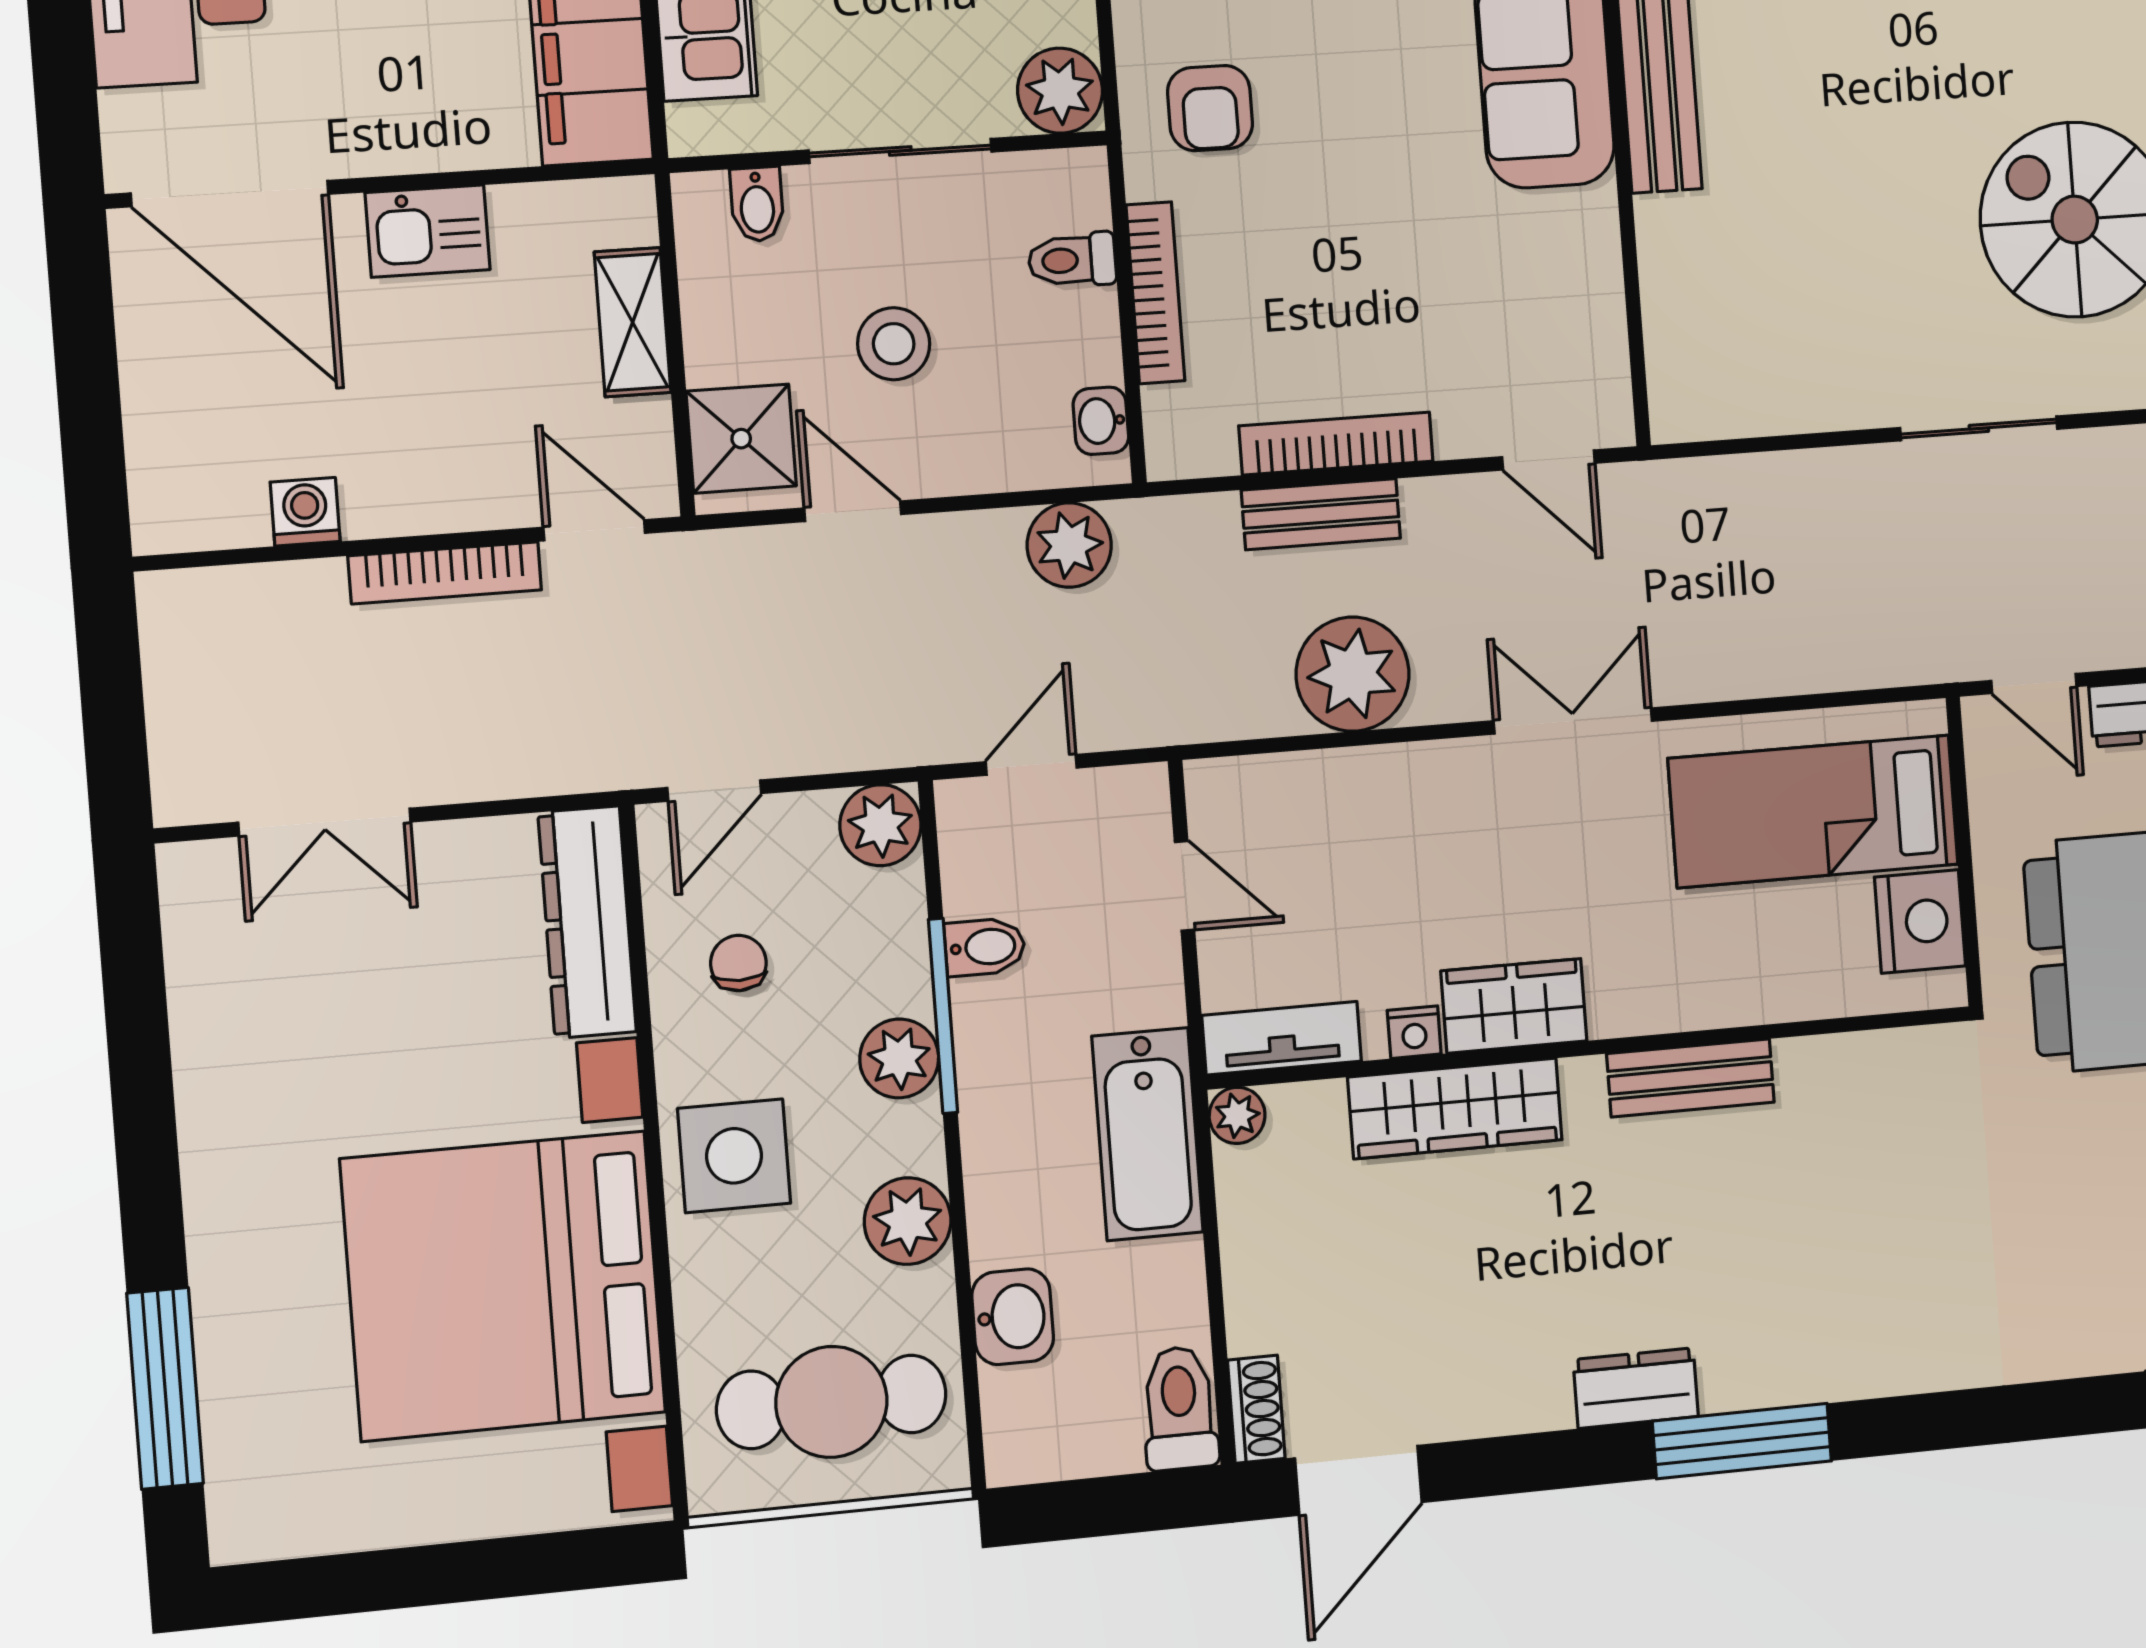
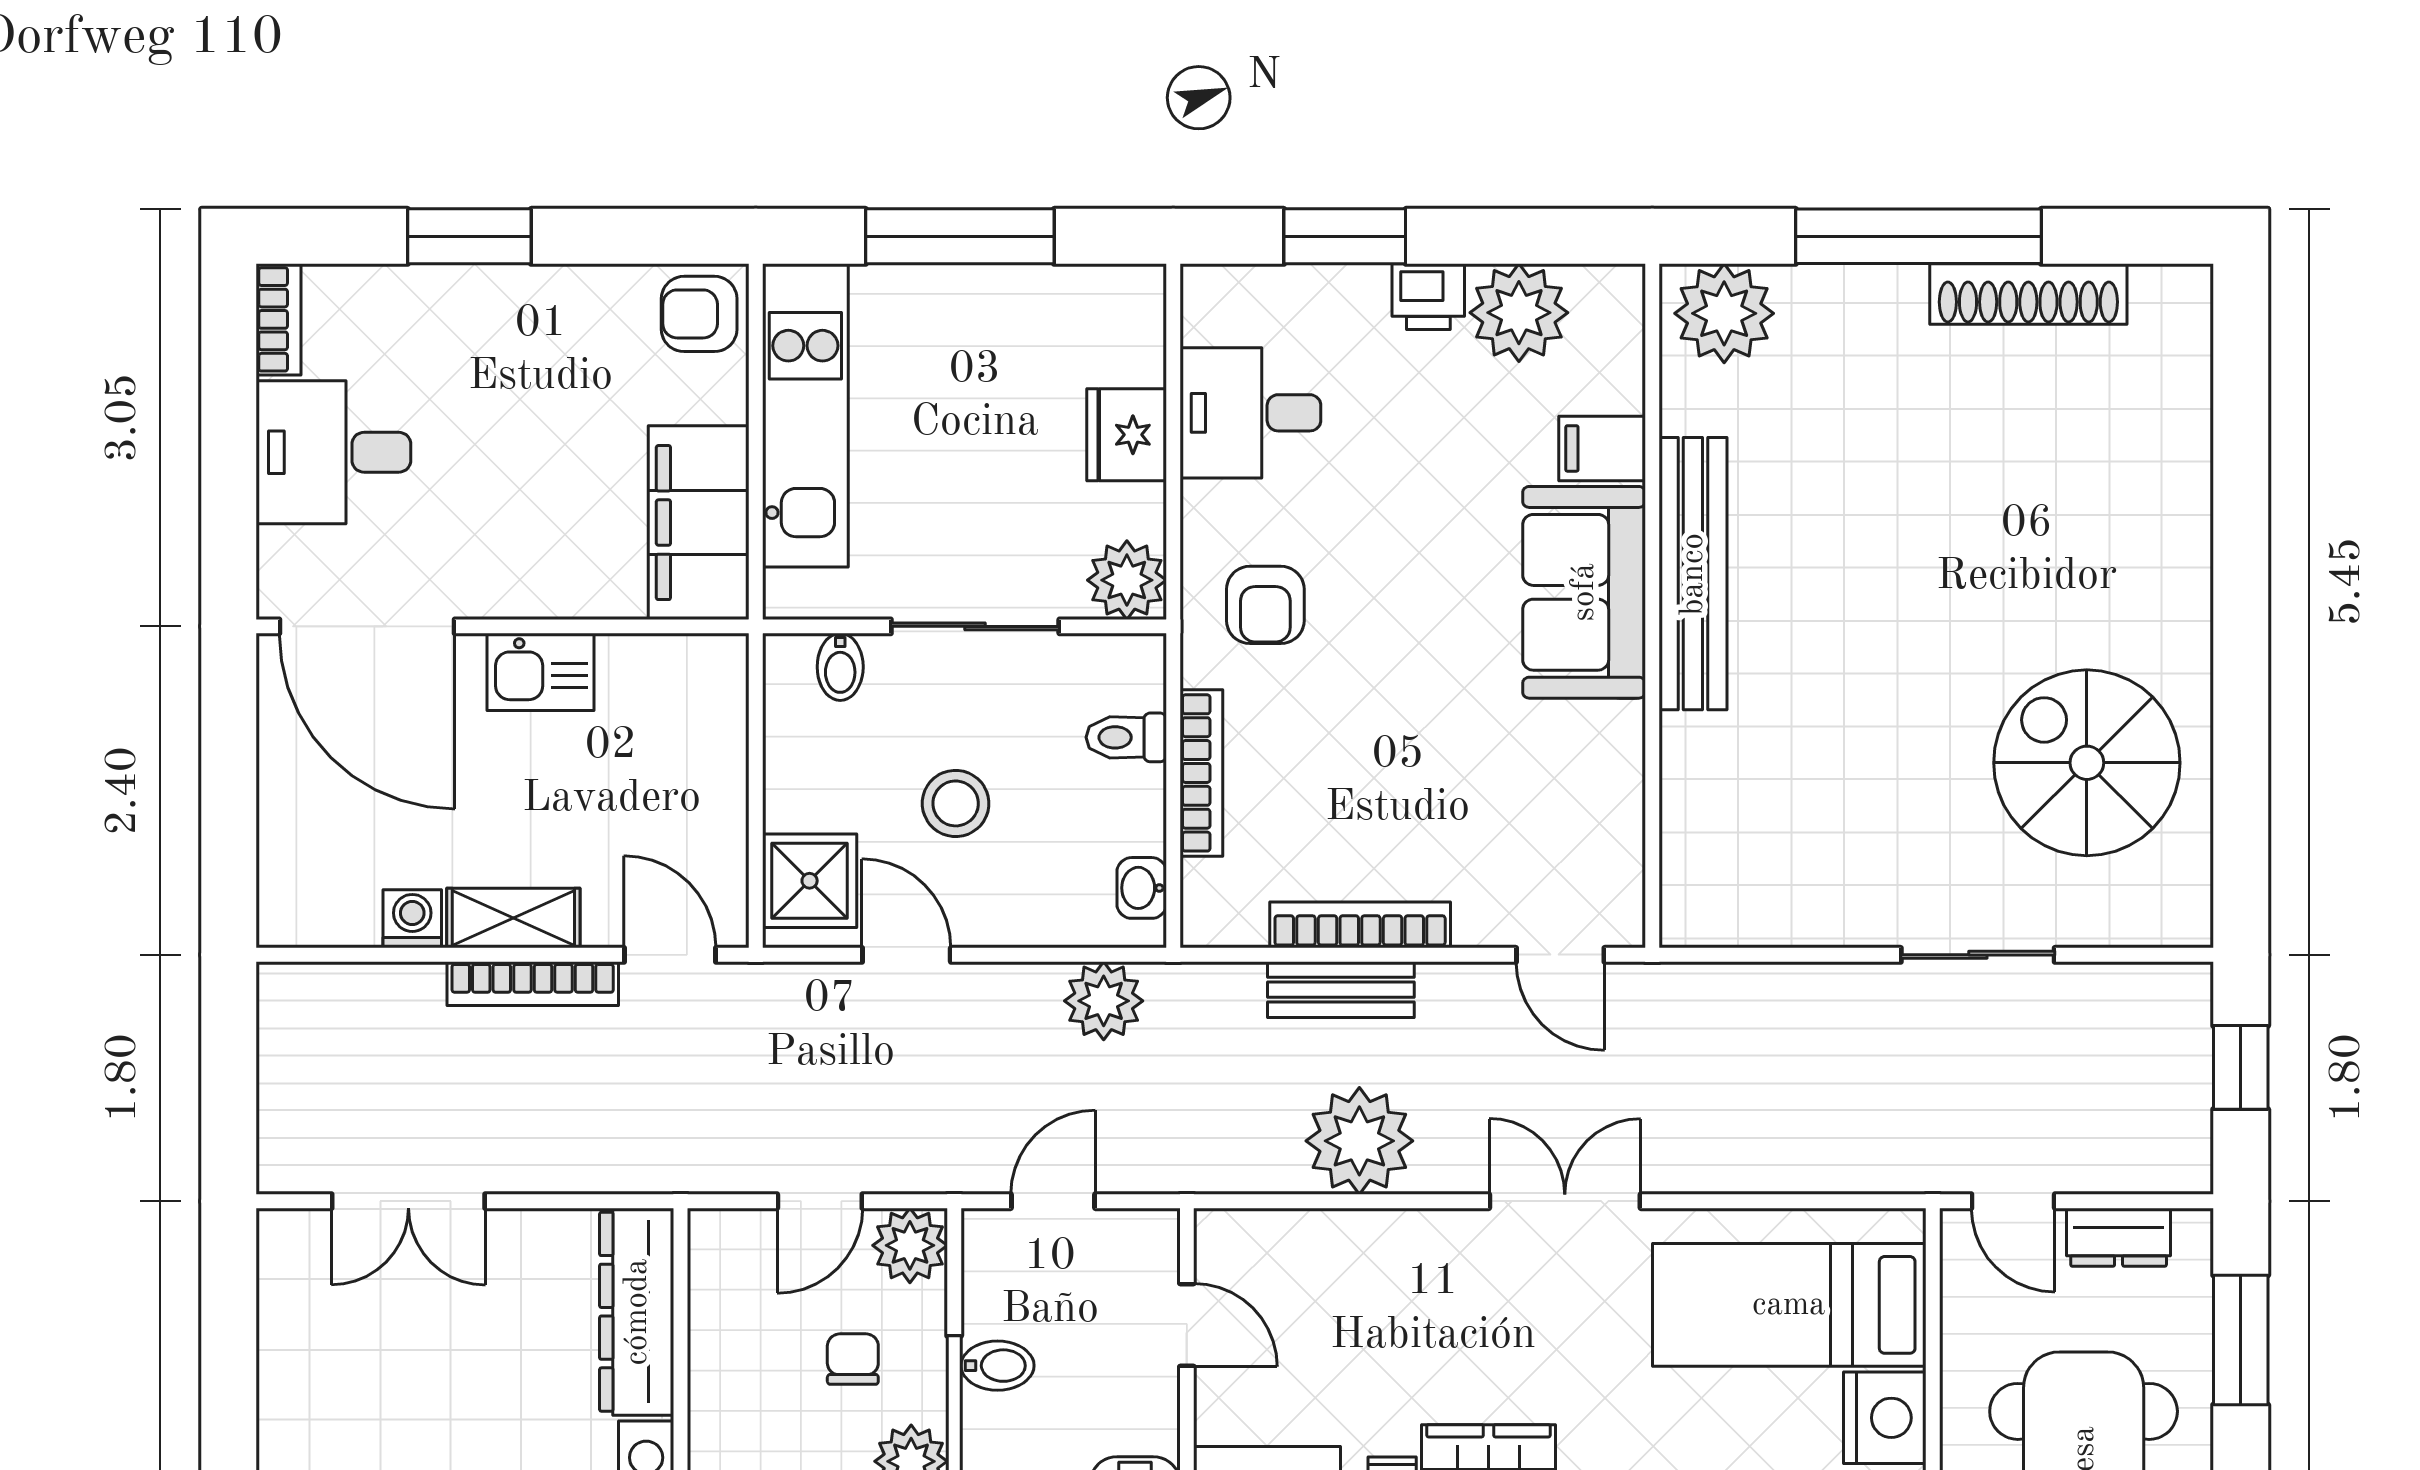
shelving: (633, 322) -> (513, 918), moved, turned 90
door: (714, 791) -> (820, 1201), moved
chair: (738, 963) -> (853, 1359), moved

